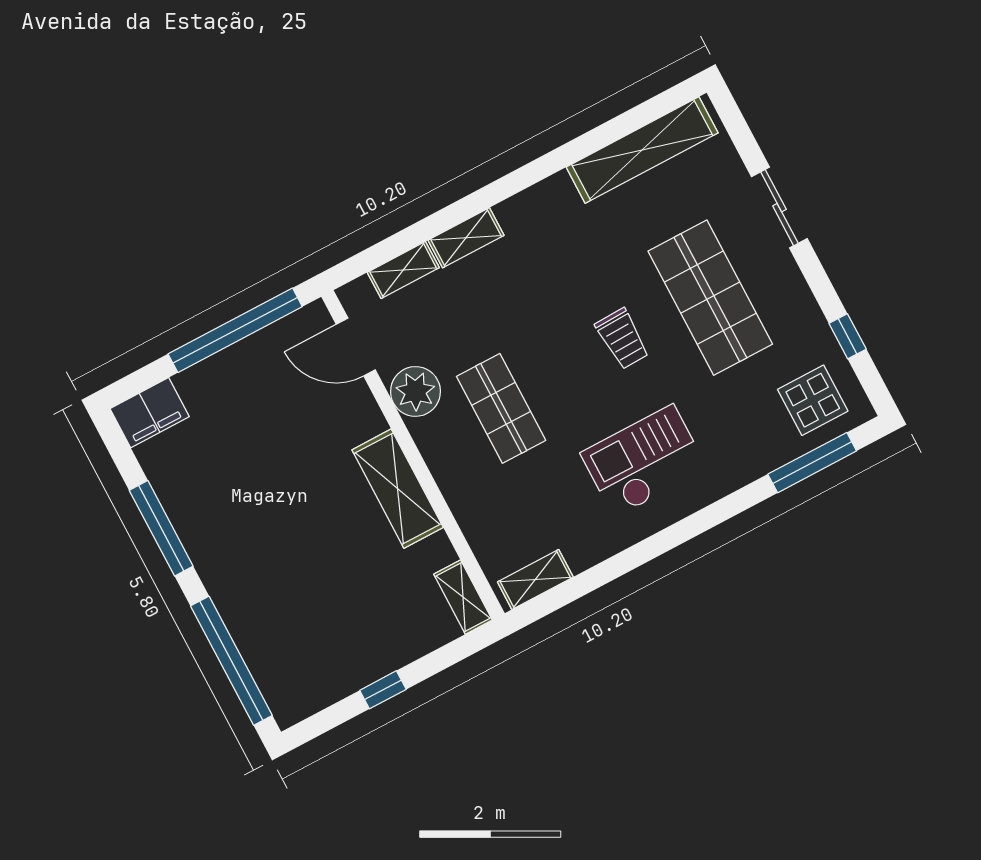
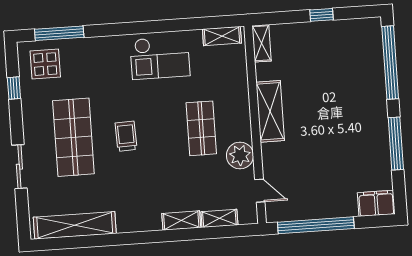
door: (356, 347) -> (260, 191), width x0.73
checkout: (644, 461) -> (160, 58), moved

